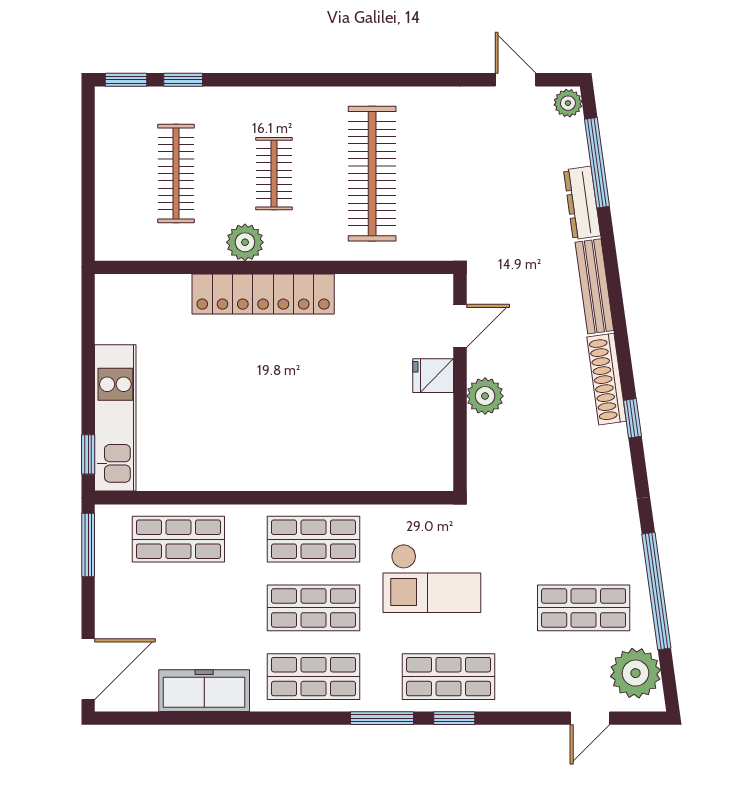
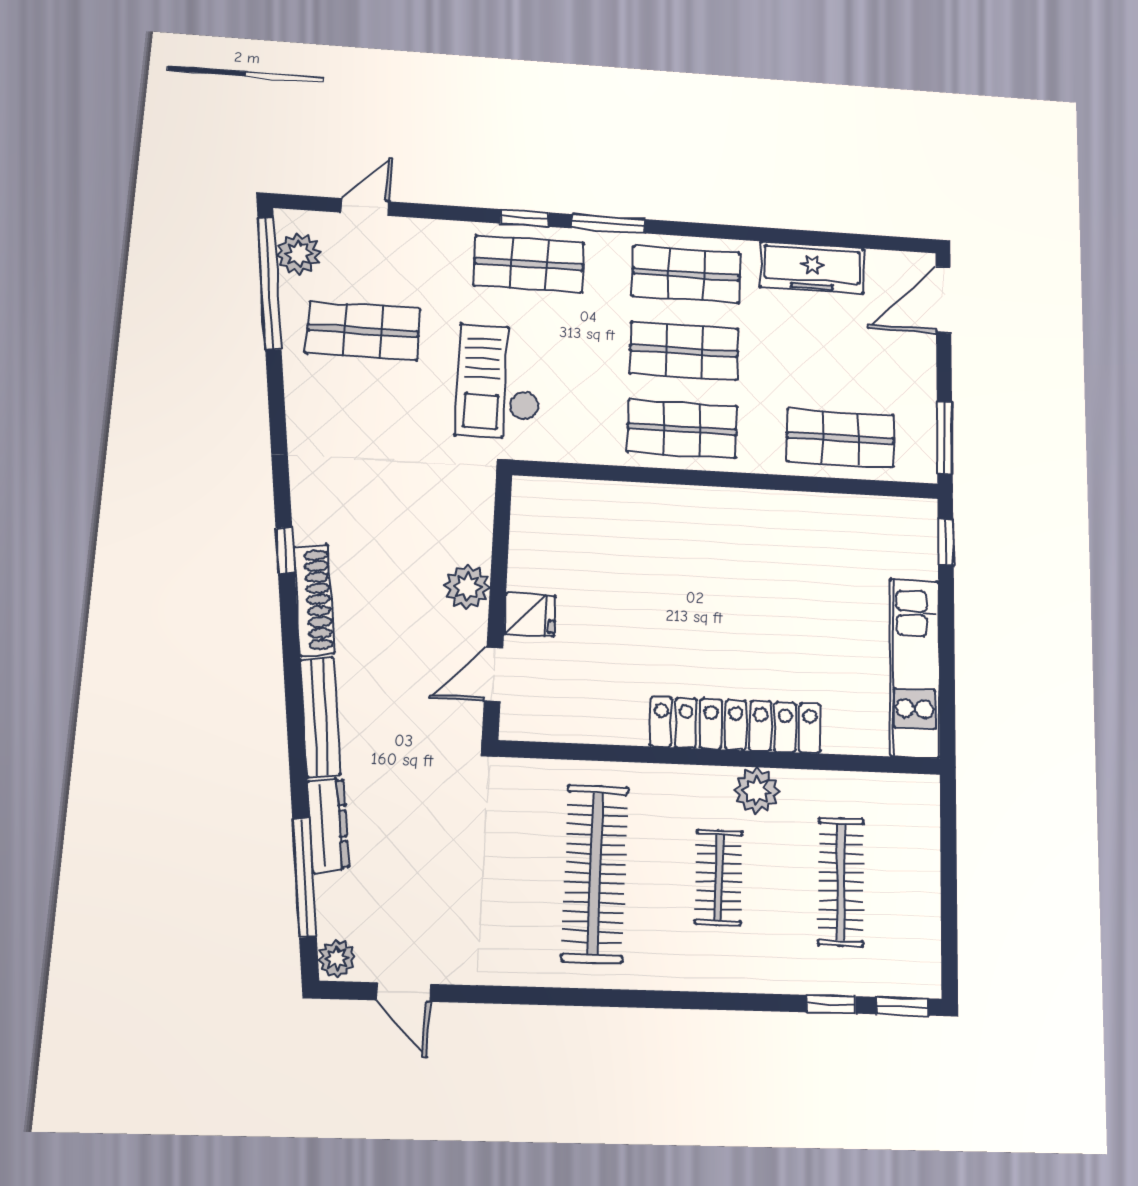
kitchen unit: (115, 418) -> (914, 668), moved
checkout: (432, 578) -> (499, 382), moved, turned -90
window: (656, 591) -> (270, 283), moved
plant: (635, 673) -> (298, 254), width x0.73, depth x0.73

